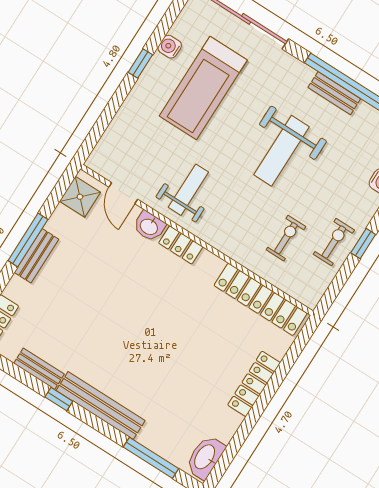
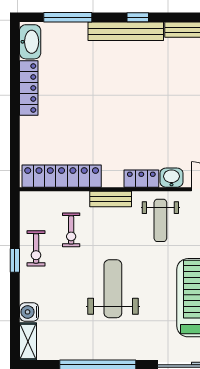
bench: (334, 93) -> (111, 199), moved
locker: (254, 384) -> (29, 88), moved
window: (59, 399) -> (138, 17), moved

